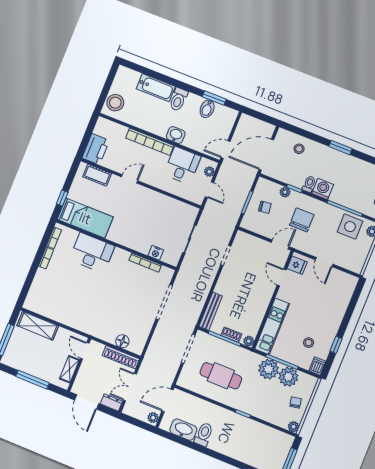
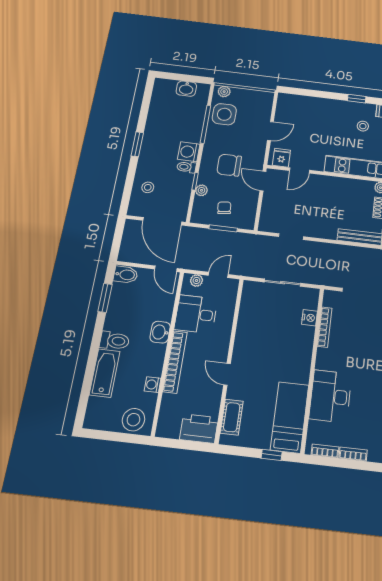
bidet: (207, 109) -> (126, 275), moved
washing machine: (137, 122) -> (153, 385), added

